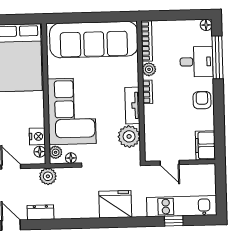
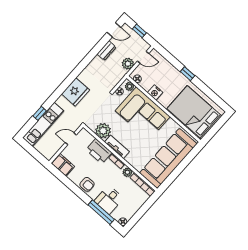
printer: (155, 121) -> (99, 151), added
nightstand: (37, 136) -> (155, 92), moved
plant: (48, 176) -> (128, 64), moved

